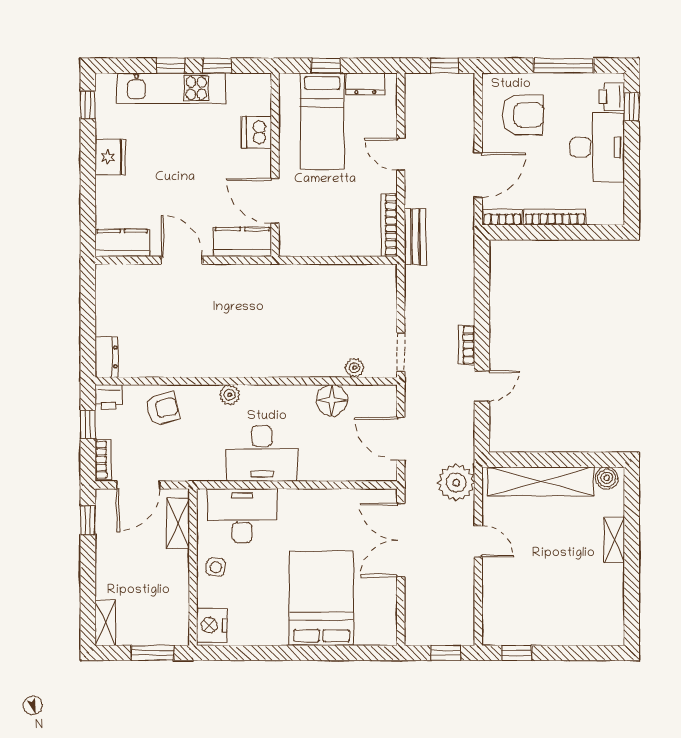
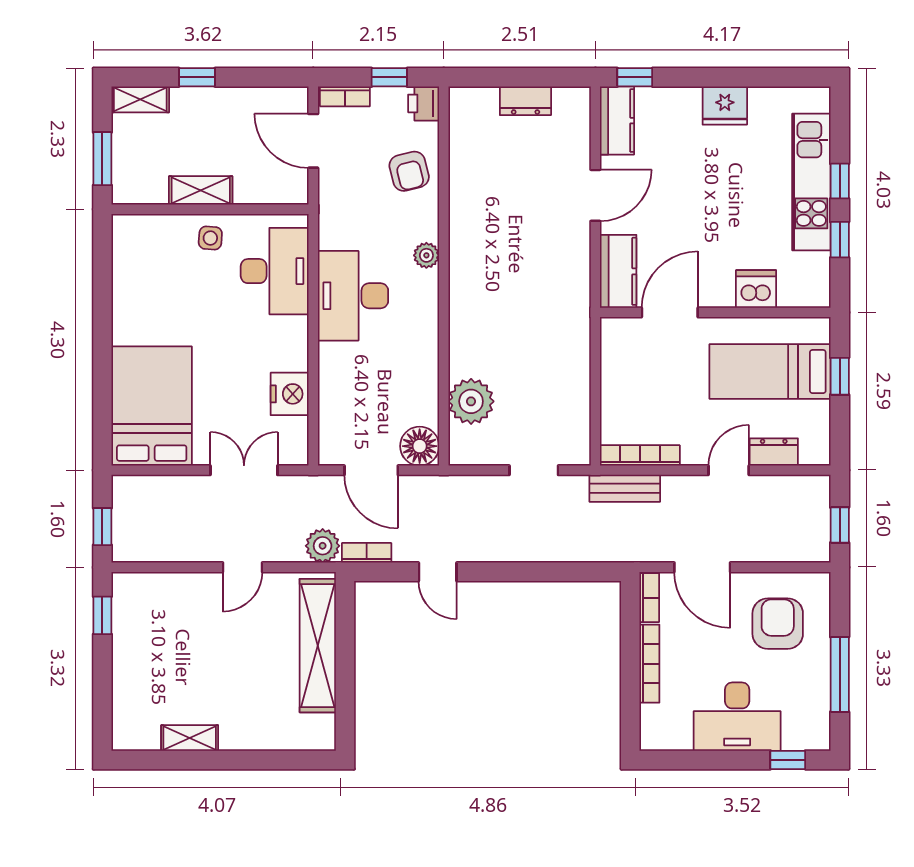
dresser: (365, 84) -> (774, 452), moved, turned 90
printer: (612, 97) -> (801, 735), removed
window: (88, 105) -> (635, 77), moved
armchair: (523, 115) -> (778, 624), turned 180
bookcase: (467, 345) -> (367, 553), moved
doorway: (401, 352) -> (534, 470), moved
dresser: (107, 357) -> (525, 101), moved
plant: (354, 368) -> (471, 401), width x1.88, depth x1.88
floor lamp: (332, 400) -> (420, 446), moved
door: (401, 439) -> (371, 470), swing flipped
boiler: (607, 478) -> (322, 729), removed
plant: (456, 482) -> (323, 546), width x0.73, depth x0.73
window: (88, 520) -> (197, 77), moved
shelving: (178, 523) -> (201, 190), moved
double door: (401, 540) -> (244, 470), width x0.73
shelving: (614, 540) -> (190, 738), moved
bed: (321, 598) -> (152, 406), moved, turned -90
nightstand: (212, 625) -> (290, 394), moved, turned 90

